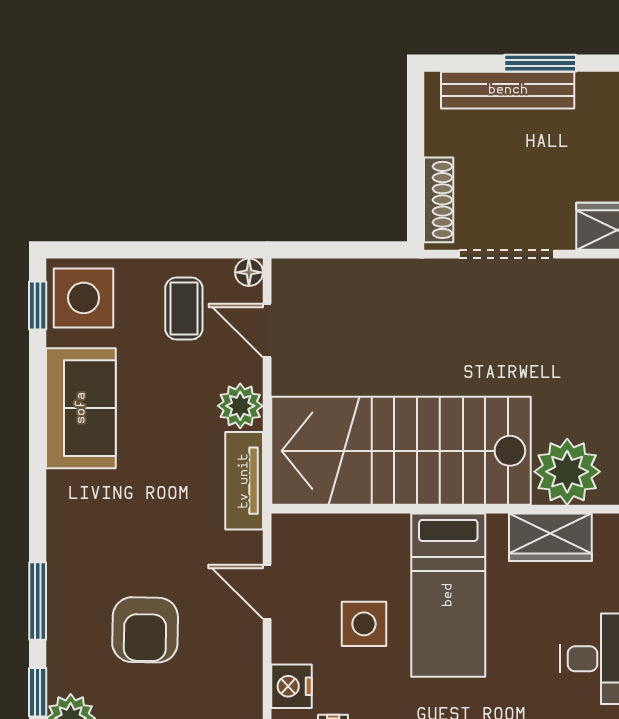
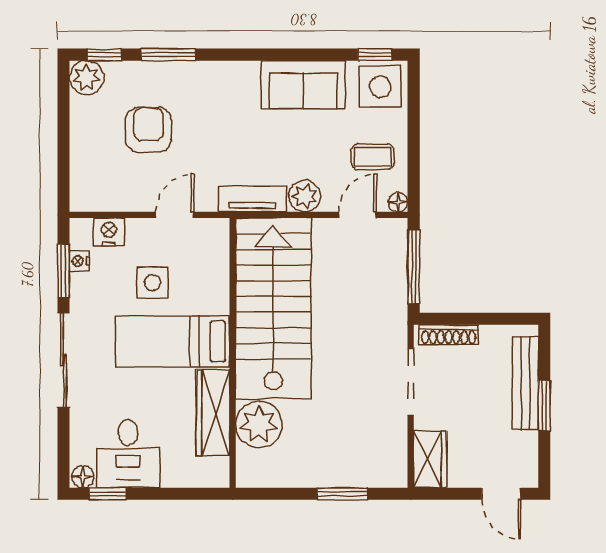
window: (341, 250) -> (414, 267), added
wardrobe: (550, 537) -> (213, 413), width x1.50
armchair: (145, 630) -> (148, 130), turned 89

